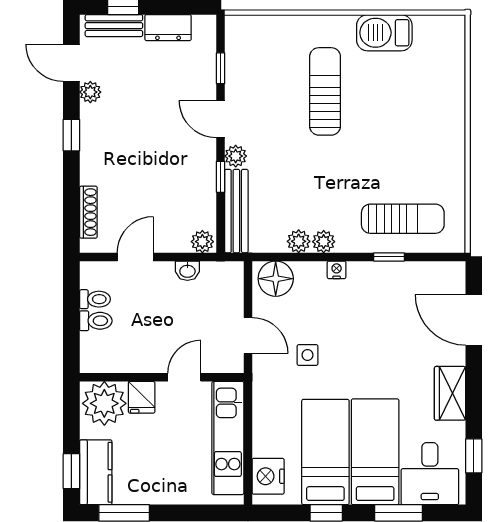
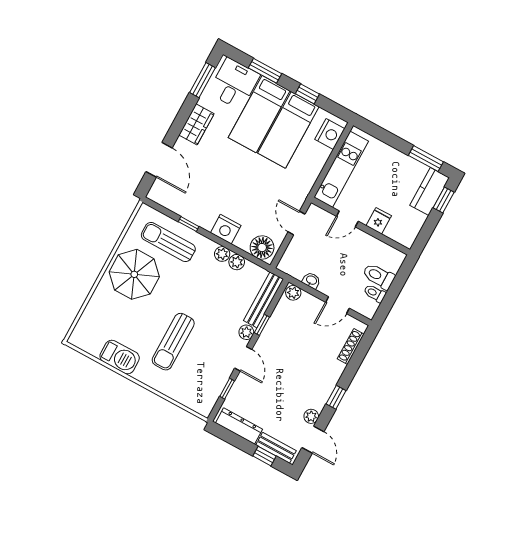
dresser: (168, 28) -> (239, 426), width x1.44
parasol: (424, 152) -> (134, 274), added
nightstand: (337, 270) -> (226, 229), width x1.89, depth x1.79
toilet: (96, 321) -> (379, 276), width x1.37, depth x1.39
side table: (307, 355) -> (268, 193), removed
plant: (104, 403) -> (403, 229), removed
window: (474, 456) -> (203, 80), width x1.50

